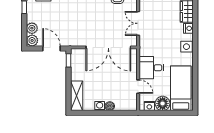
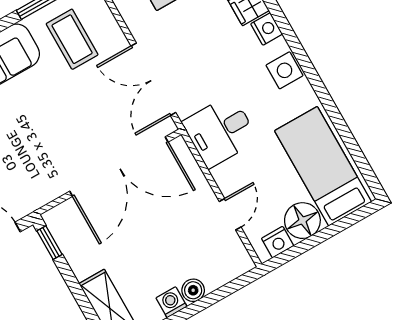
double door: (138, 23) -> (153, 79), width x1.37
desk: (151, 68) -> (220, 131), moved
door: (138, 87) -> (230, 214), hinge flipped

